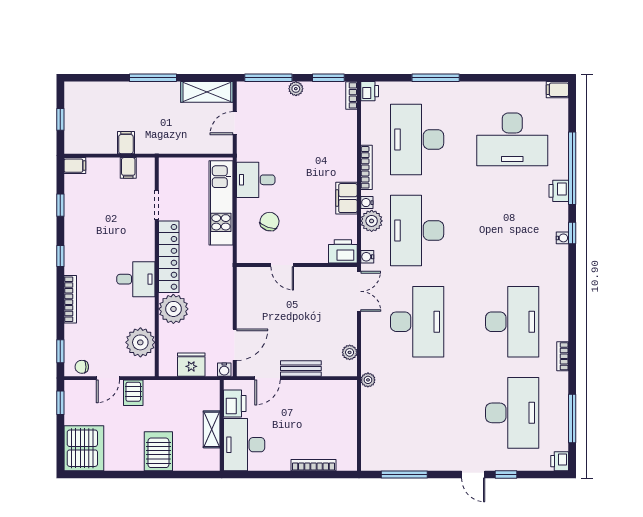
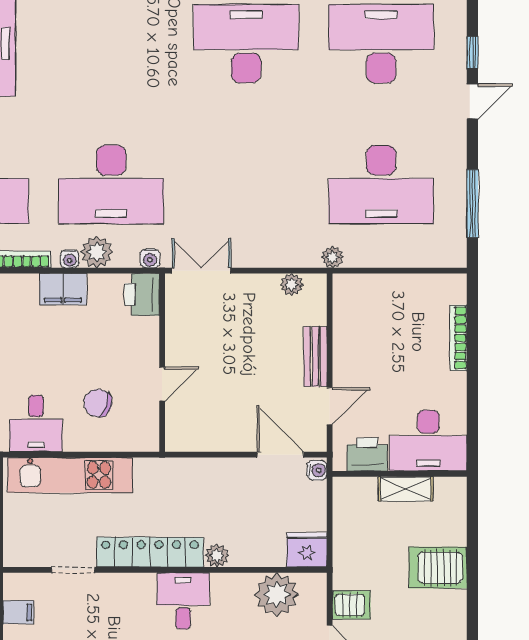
plant: (173, 309) -> (217, 556), width x0.53, depth x0.53
desk: (417, 322) -> (381, 185), moved, turned 180
fridge: (191, 365) -> (307, 550), moved, turned 90
door: (267, 378) -> (330, 406), hinge flipped

